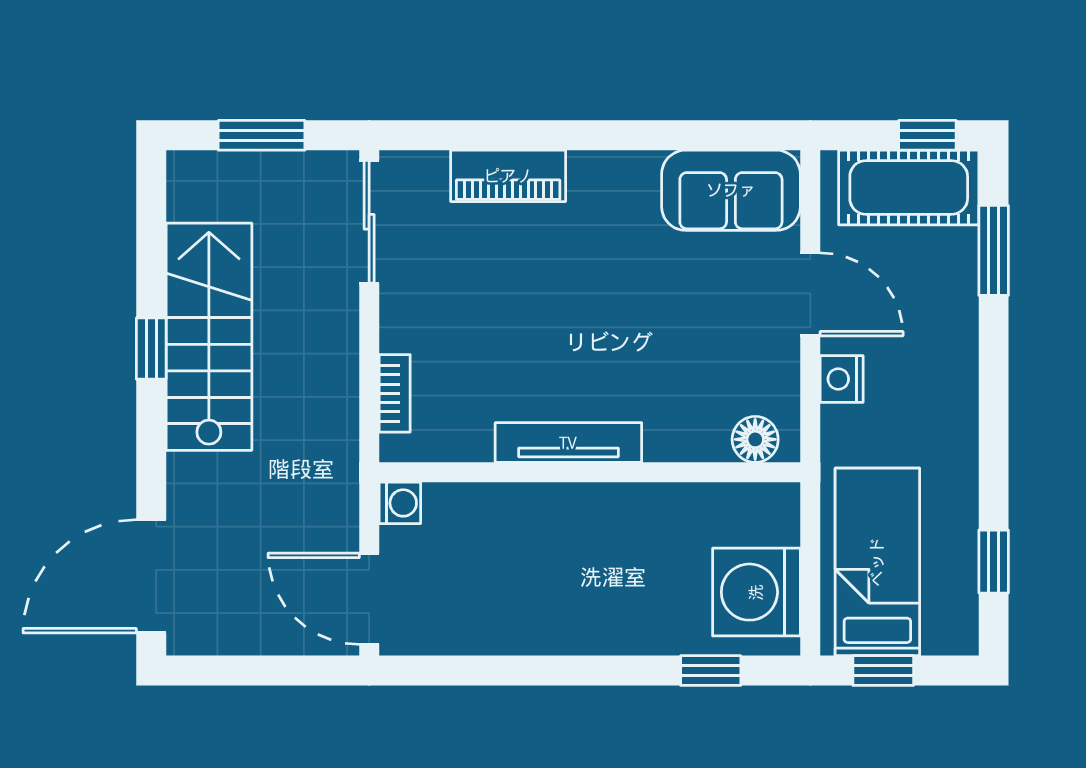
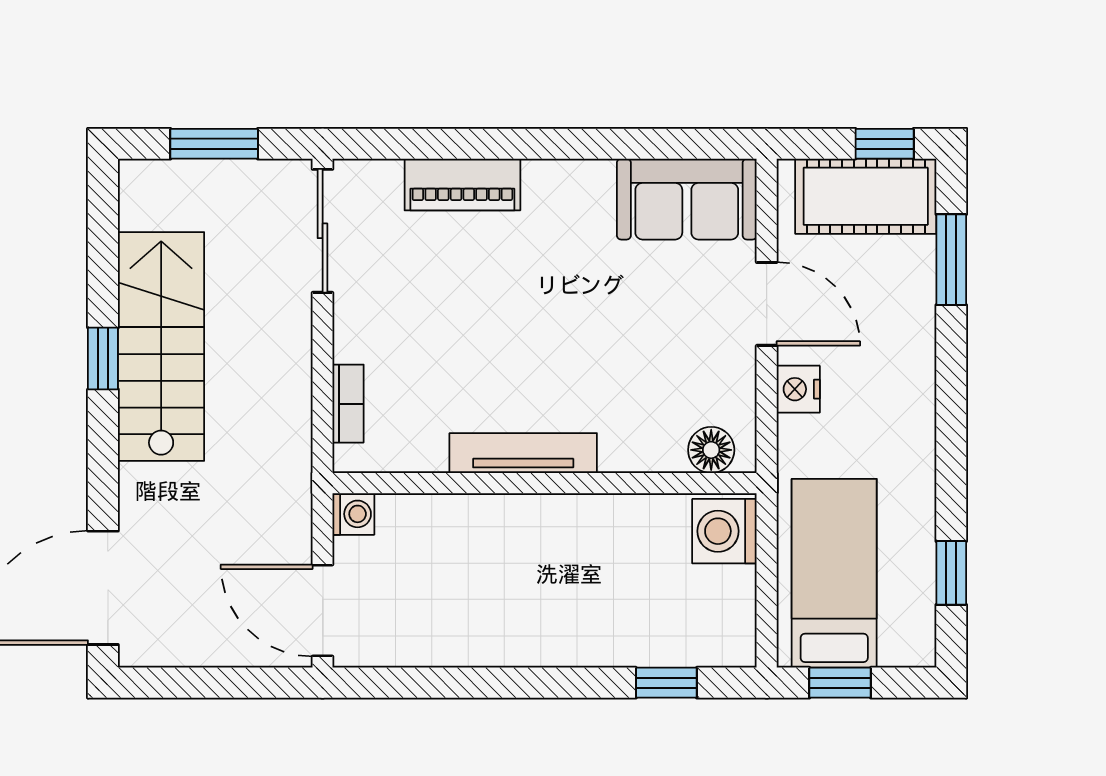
washing machine: (756, 592) -> (724, 531), moved, width x0.73, depth x0.73

